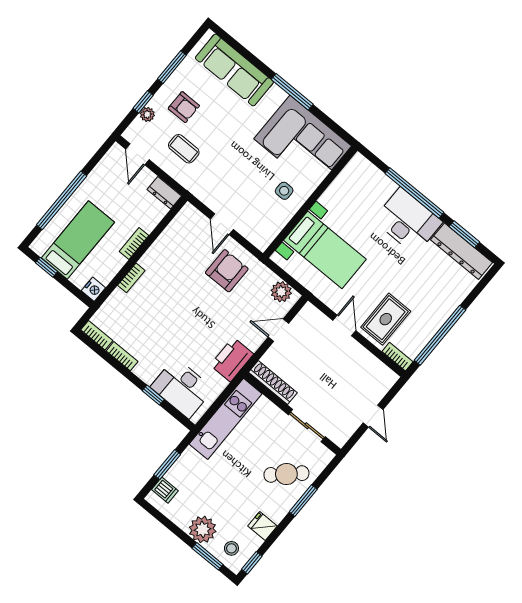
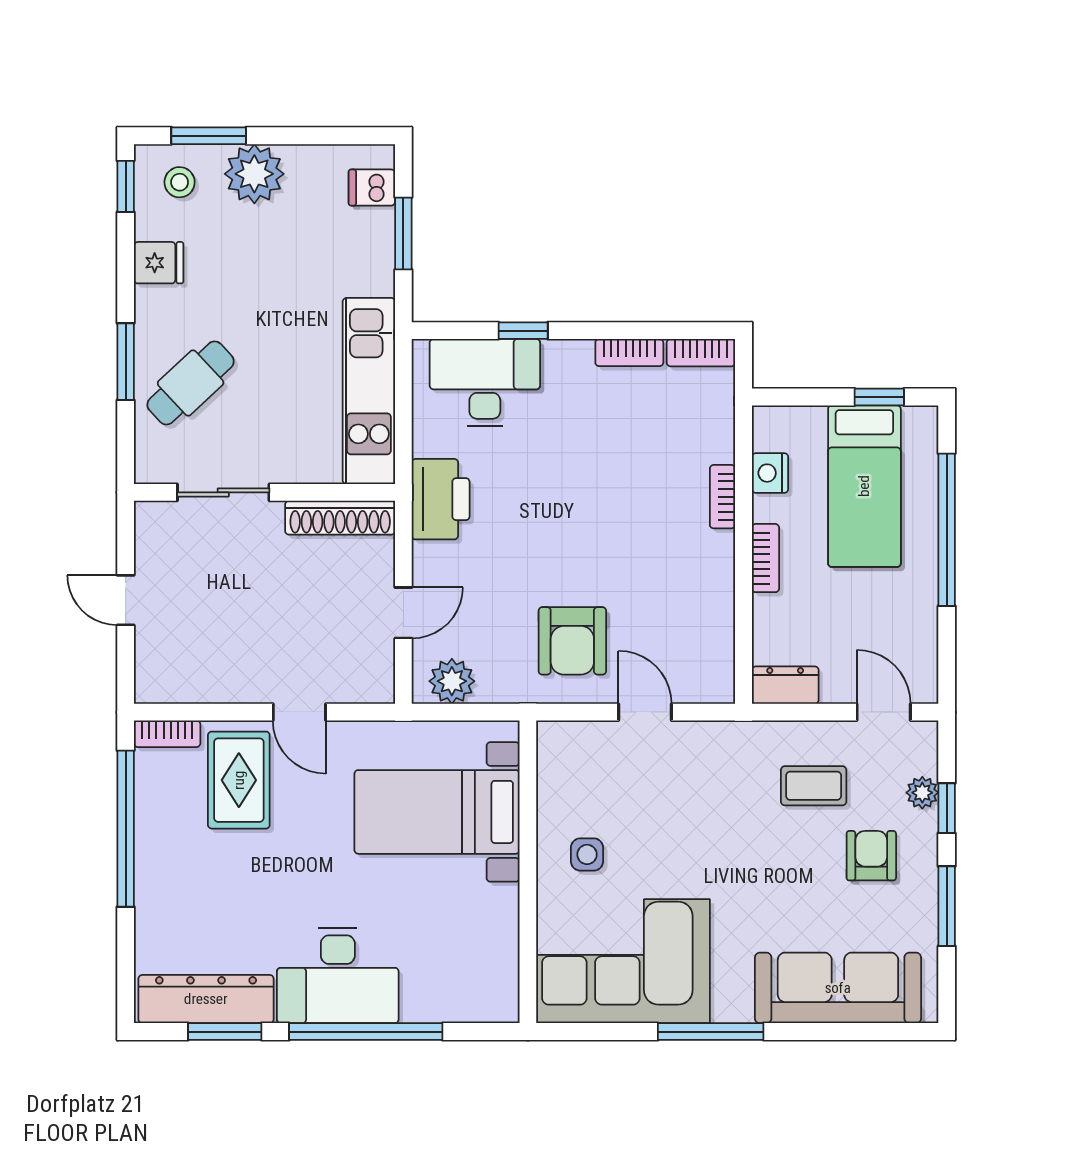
armchair: (184, 107) -> (871, 856), turned 90
nightstand: (93, 289) -> (770, 473), moved

